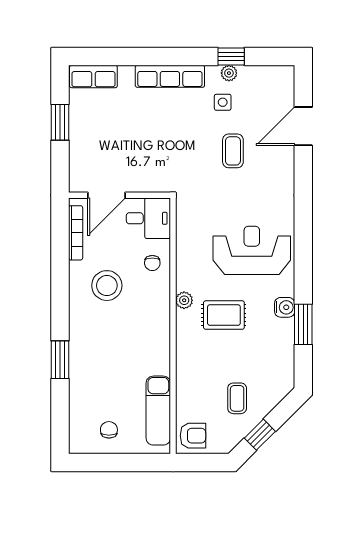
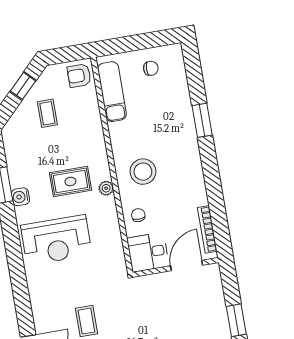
stool: (107, 286) -> (143, 172), moved
chair: (109, 430) -> (151, 68), turned -90

